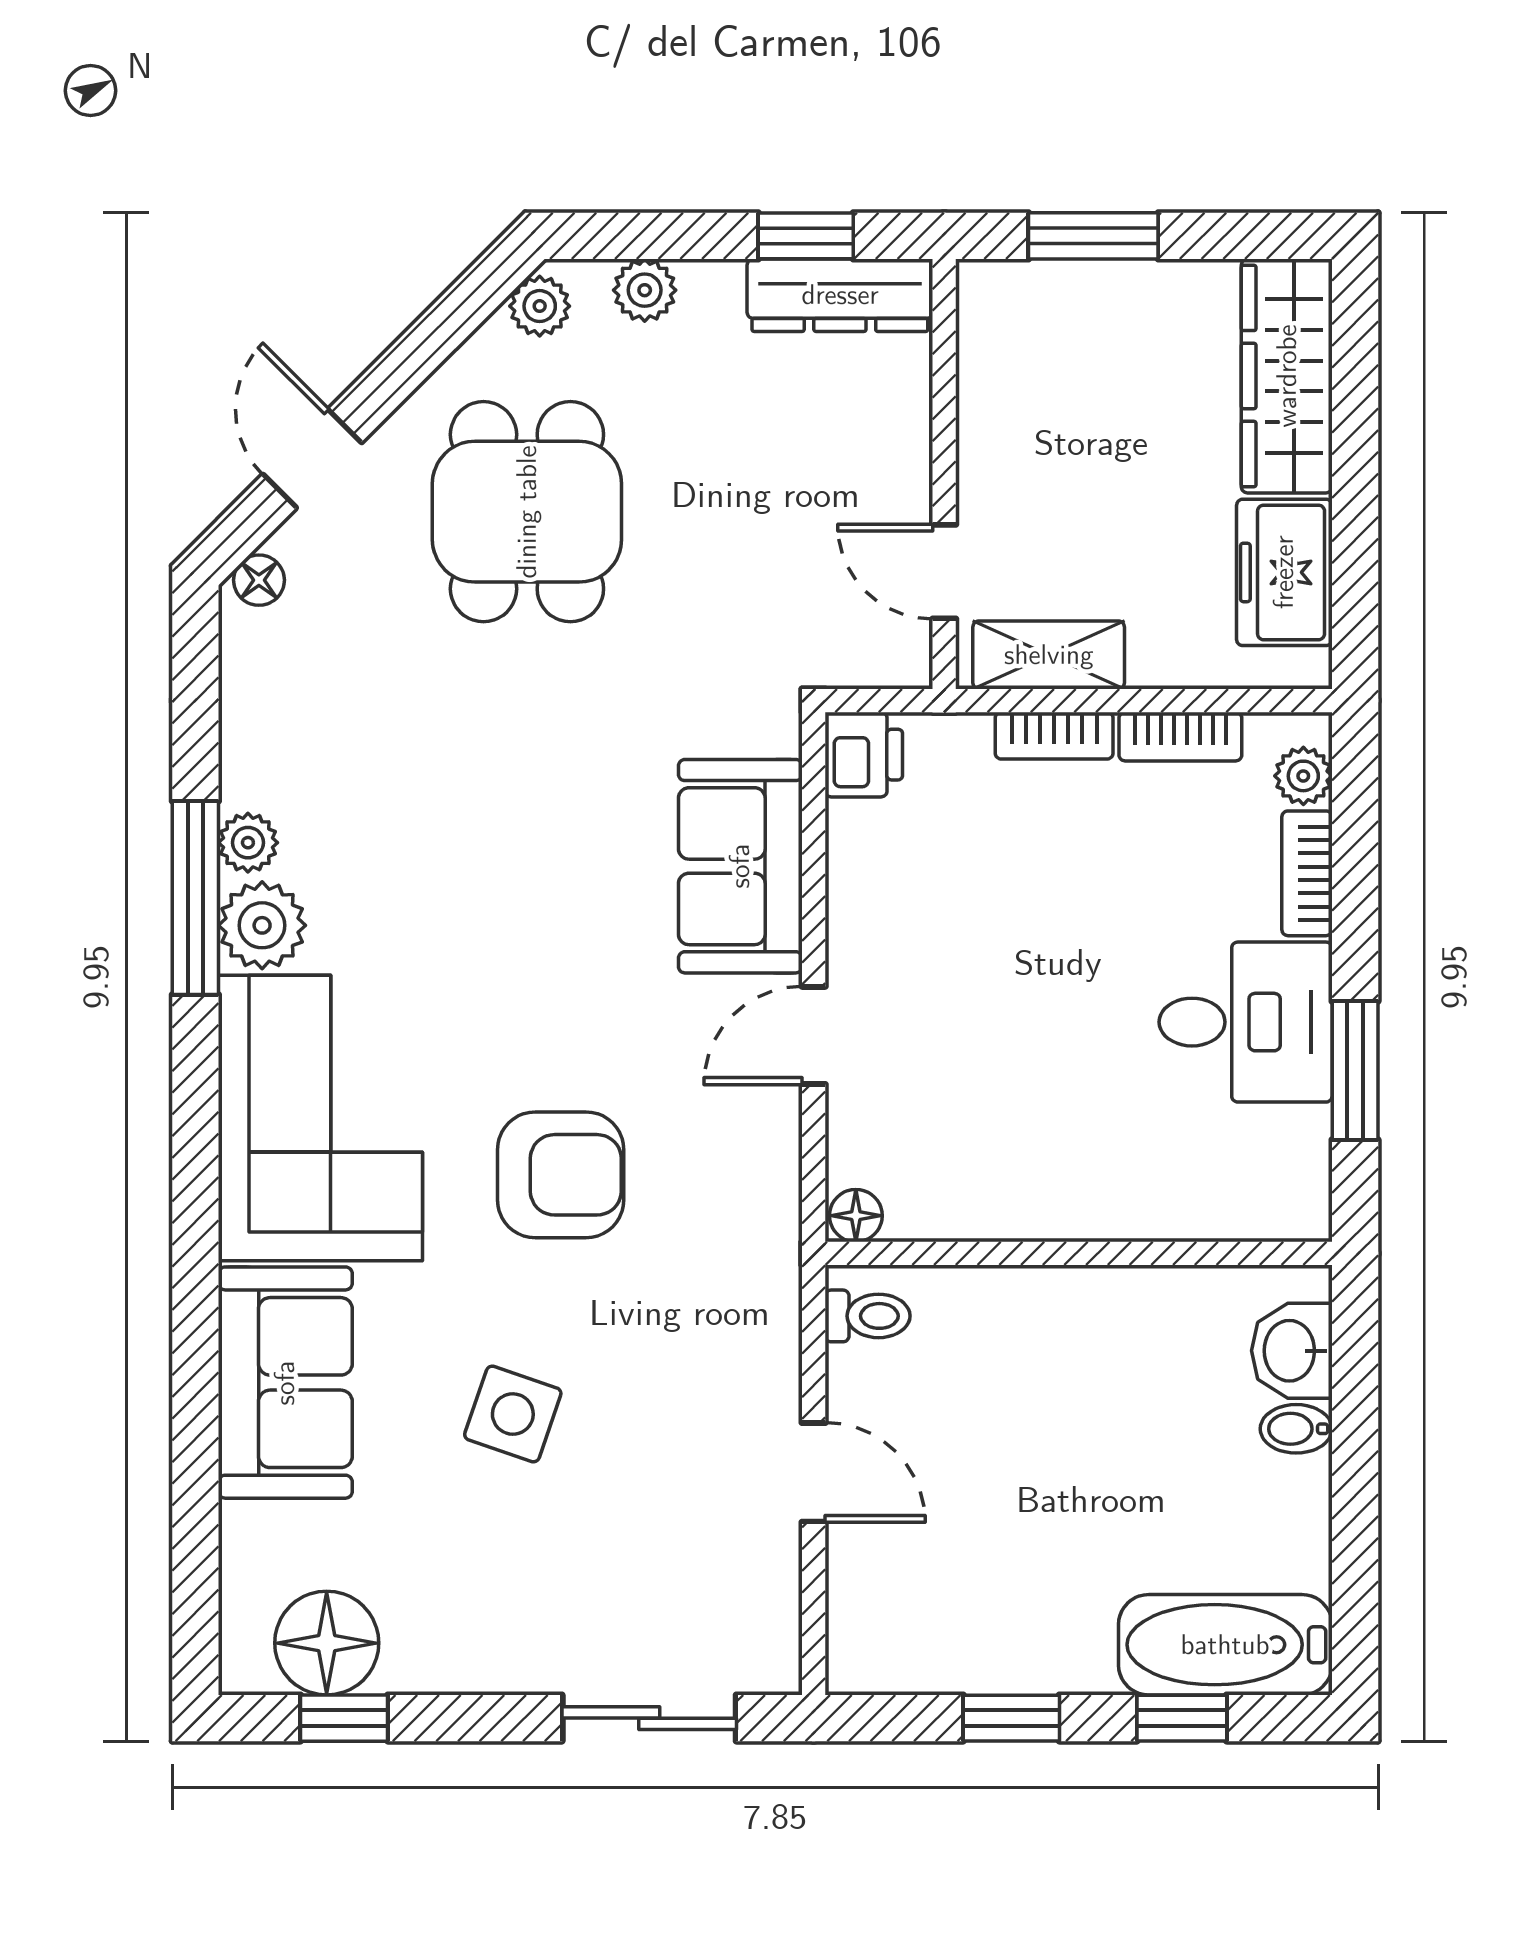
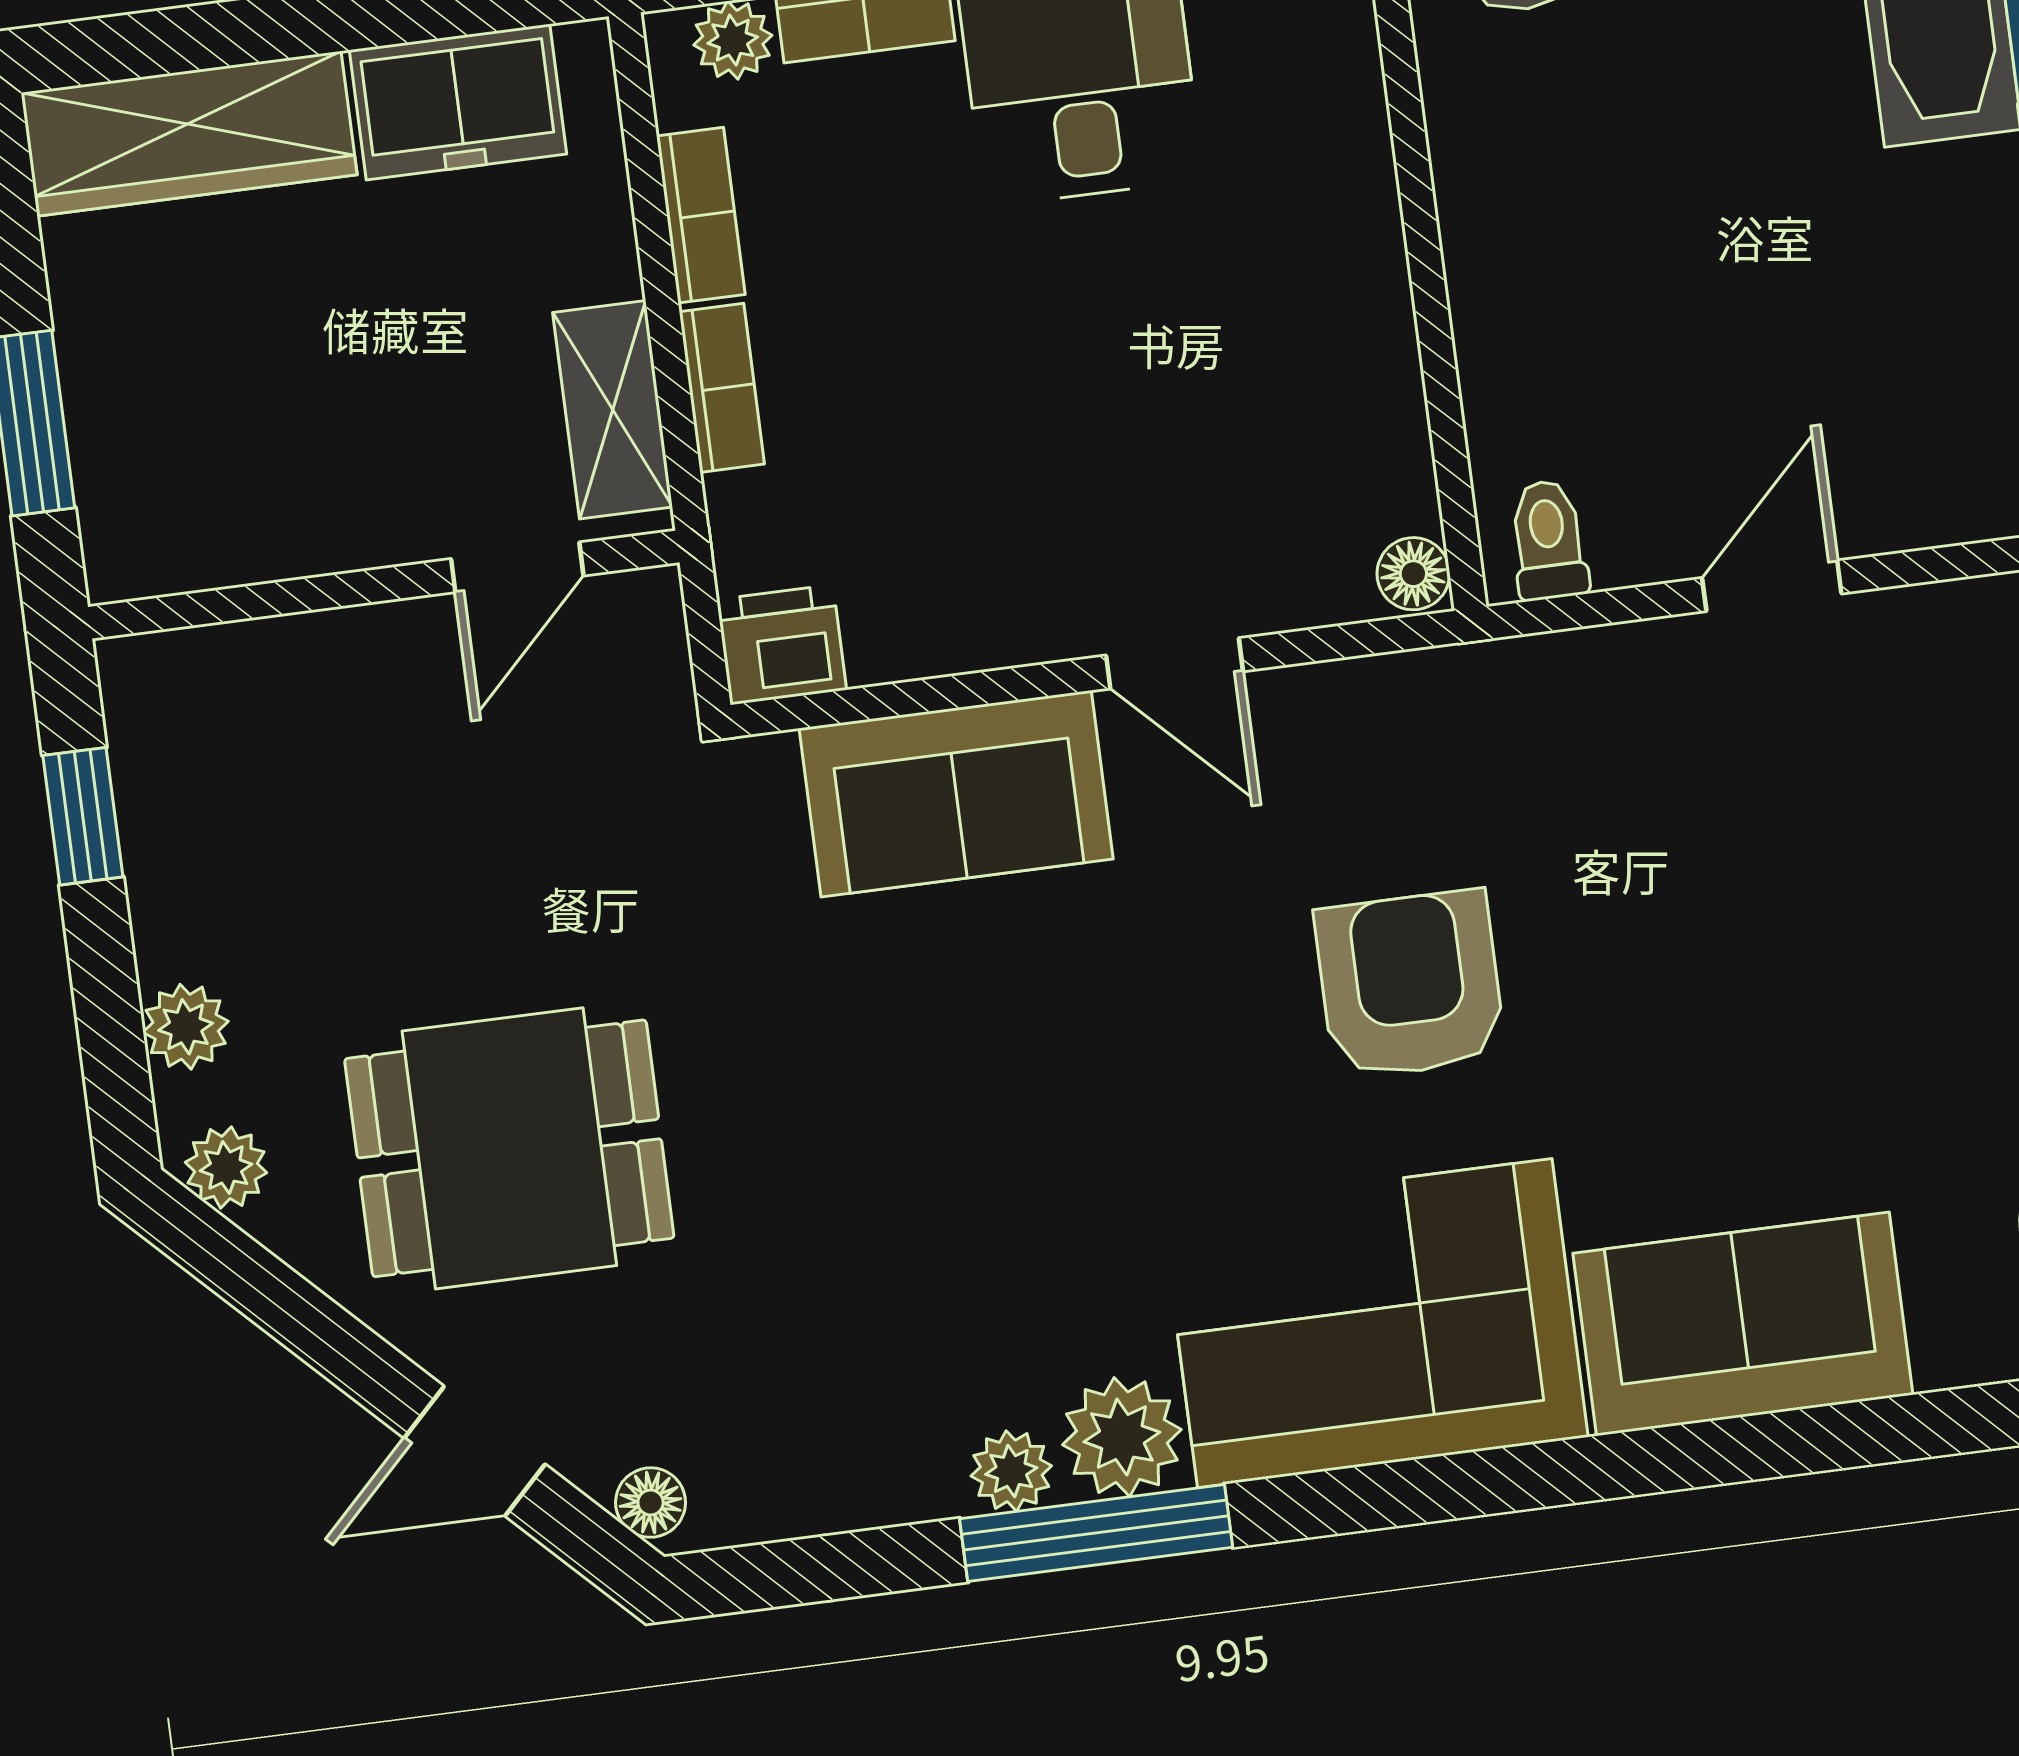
dresser: (840, 295) -> (158, 759), removed
side table: (513, 1414) -> (1745, 1007), removed

